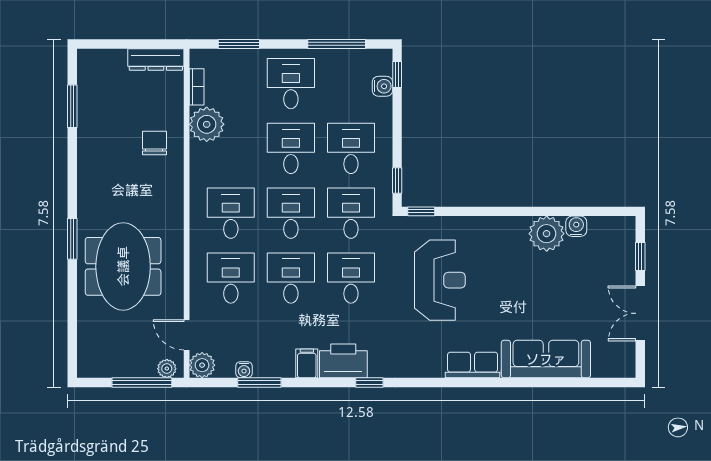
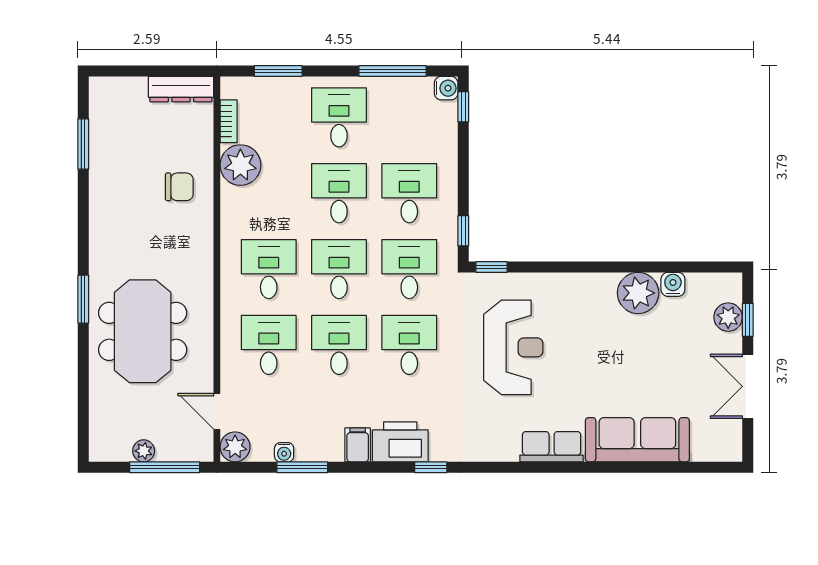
water cooler: (382, 86) -> (446, 88), moved
chair: (154, 143) -> (179, 187), turned 90
plant: (623, 254) -> (728, 317), added
plant: (167, 369) -> (144, 451), moved

